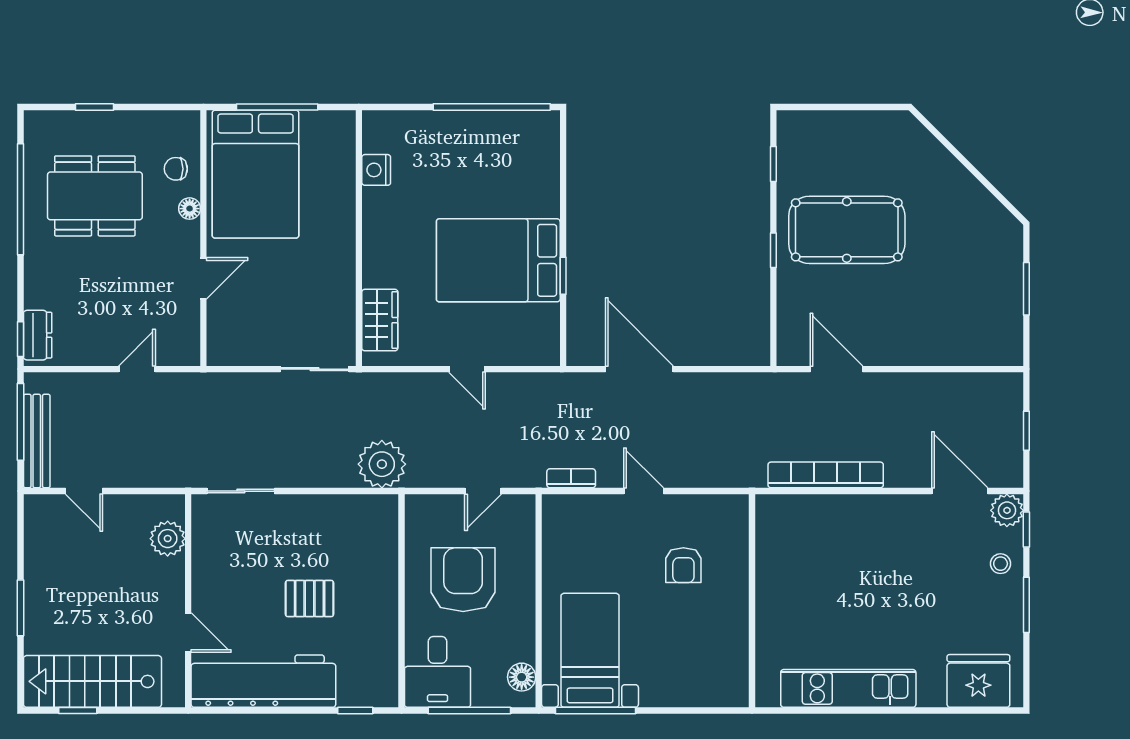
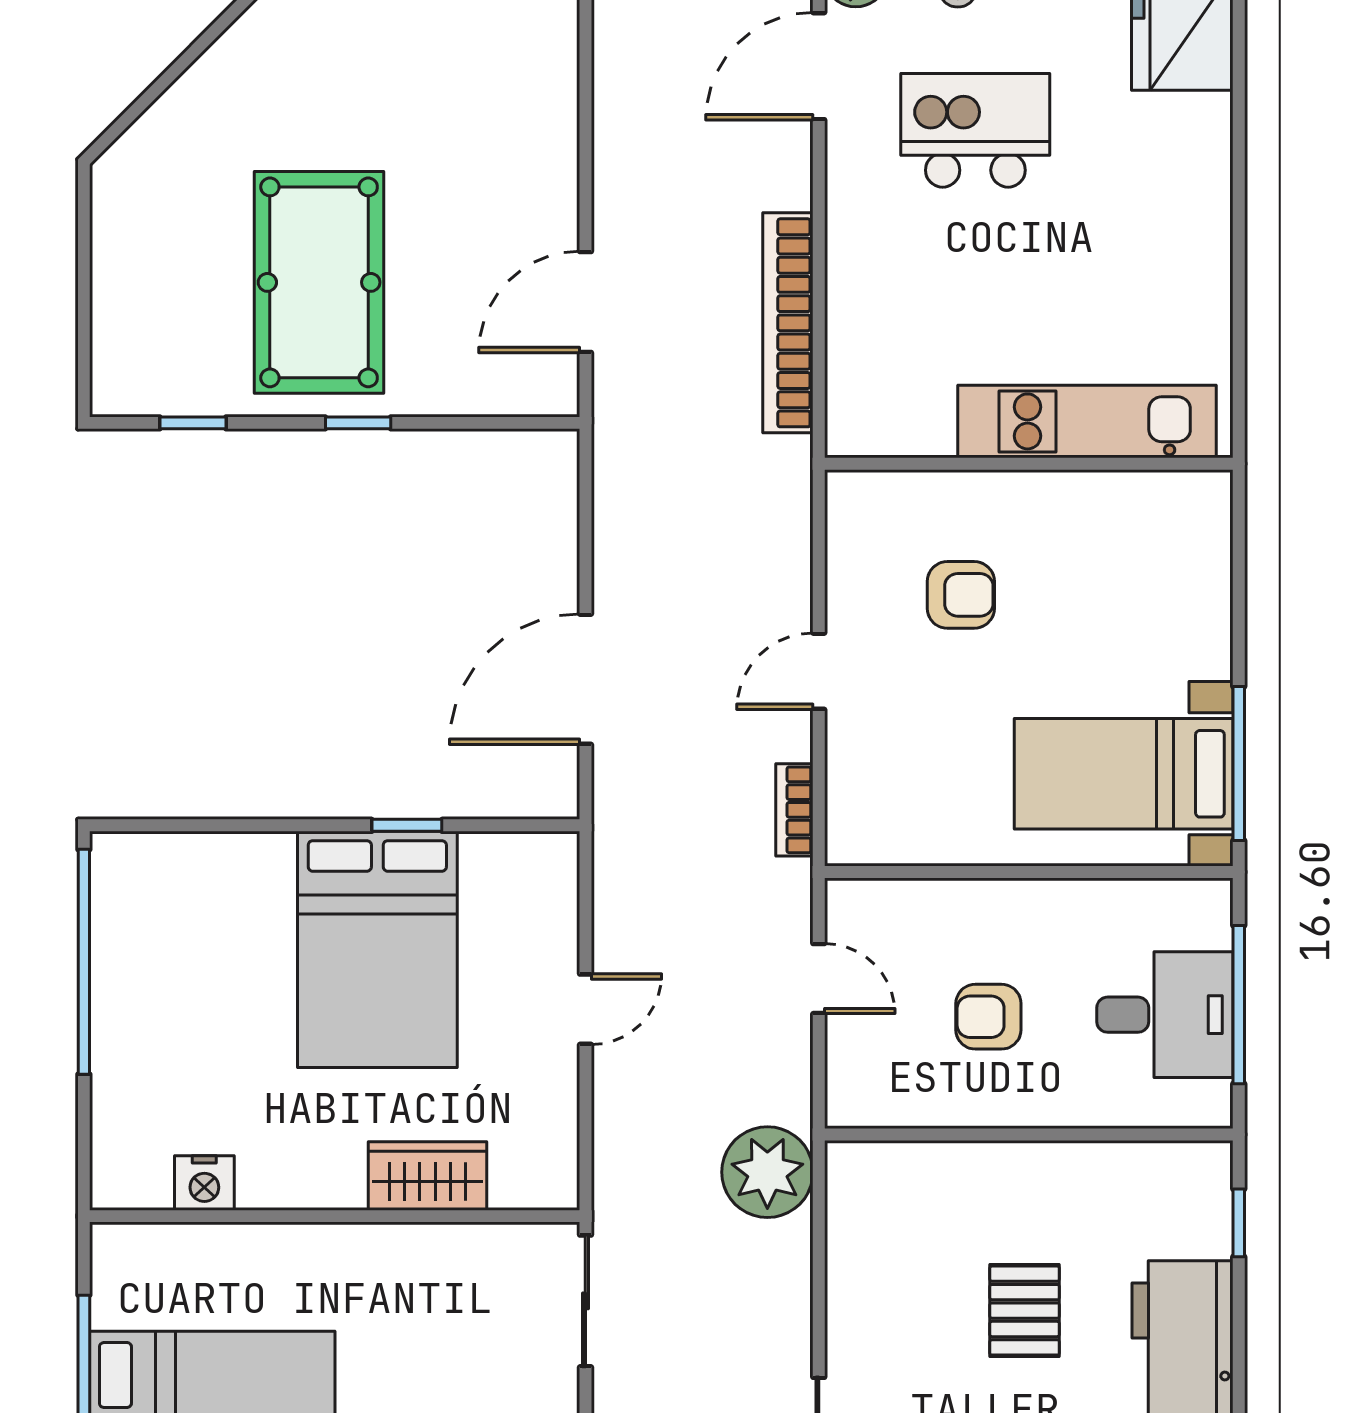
wardrobe: (380, 320) -> (428, 1176), moved
kitchen island: (926, 573) -> (975, 130), added
armchair: (463, 580) -> (988, 1017), width x0.53, depth x0.53
desk: (438, 672) -> (1165, 1015), moved
floor lamp: (522, 677) -> (1175, 905), removed
kitchen unit: (848, 688) -> (1087, 421), moved, turned 90

